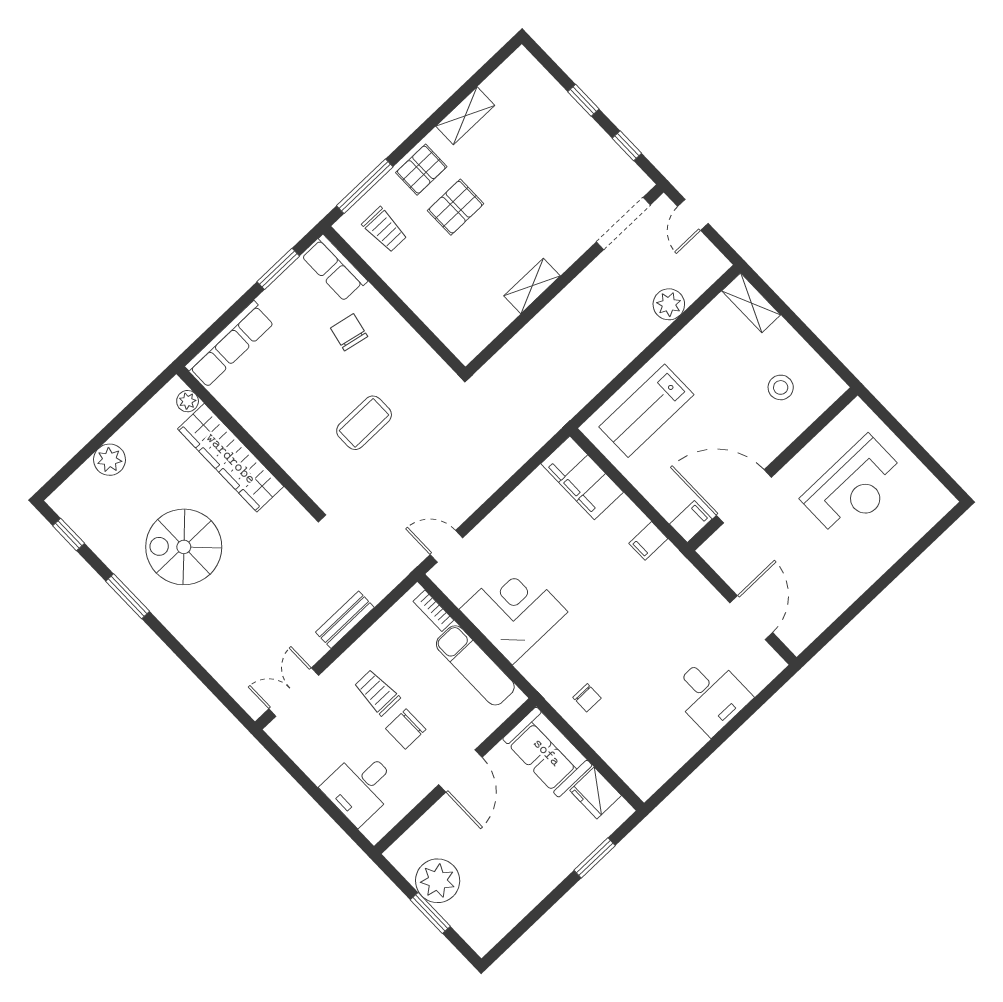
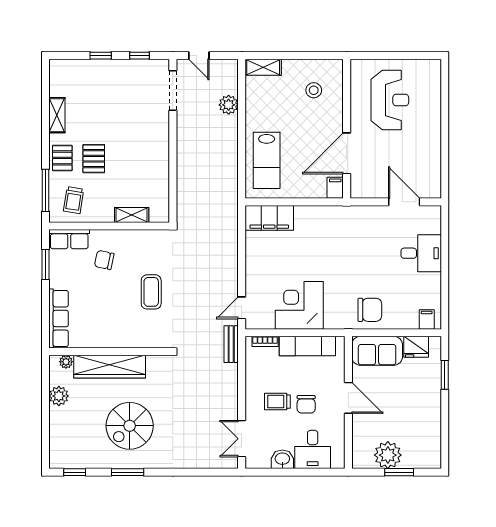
trolley: (385, 230) -> (74, 200), turned 99
shelving: (532, 286) -> (132, 215), moved, turned 90
plant: (110, 460) -> (59, 396), moved
filing cabinet: (648, 541) -> (427, 319), moved, turned 180
bench: (345, 620) -> (231, 344), moved
chair: (587, 698) -> (370, 310), width x1.87, depth x1.87
washbasin: (315, 762) -> (282, 459), added

